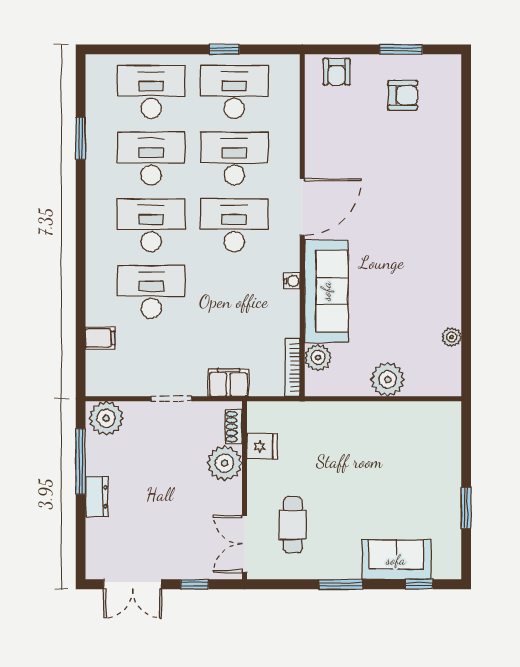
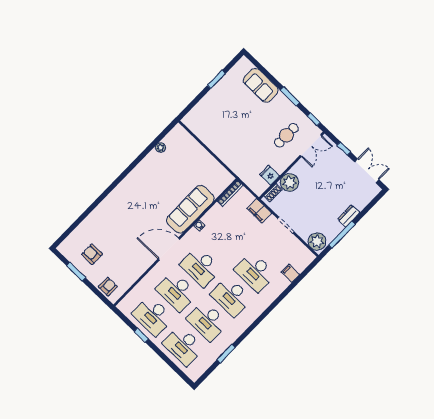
plant: (318, 358) -> (217, 188), removed
plant: (388, 379) -> (199, 155), removed
window: (419, 584) -> (314, 119), moved

